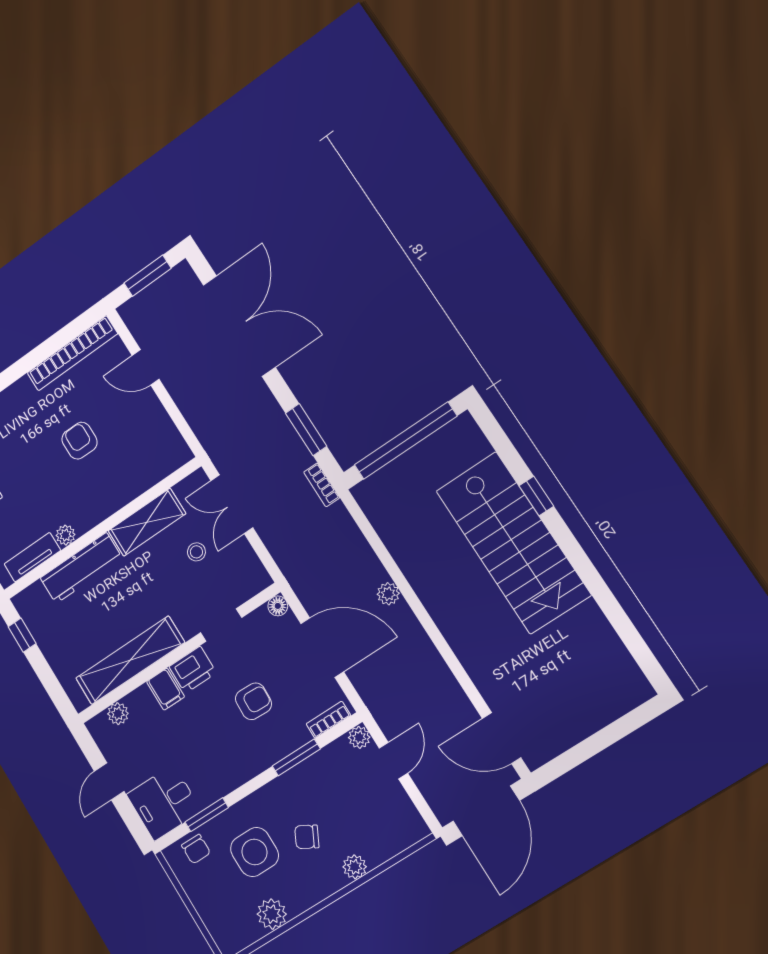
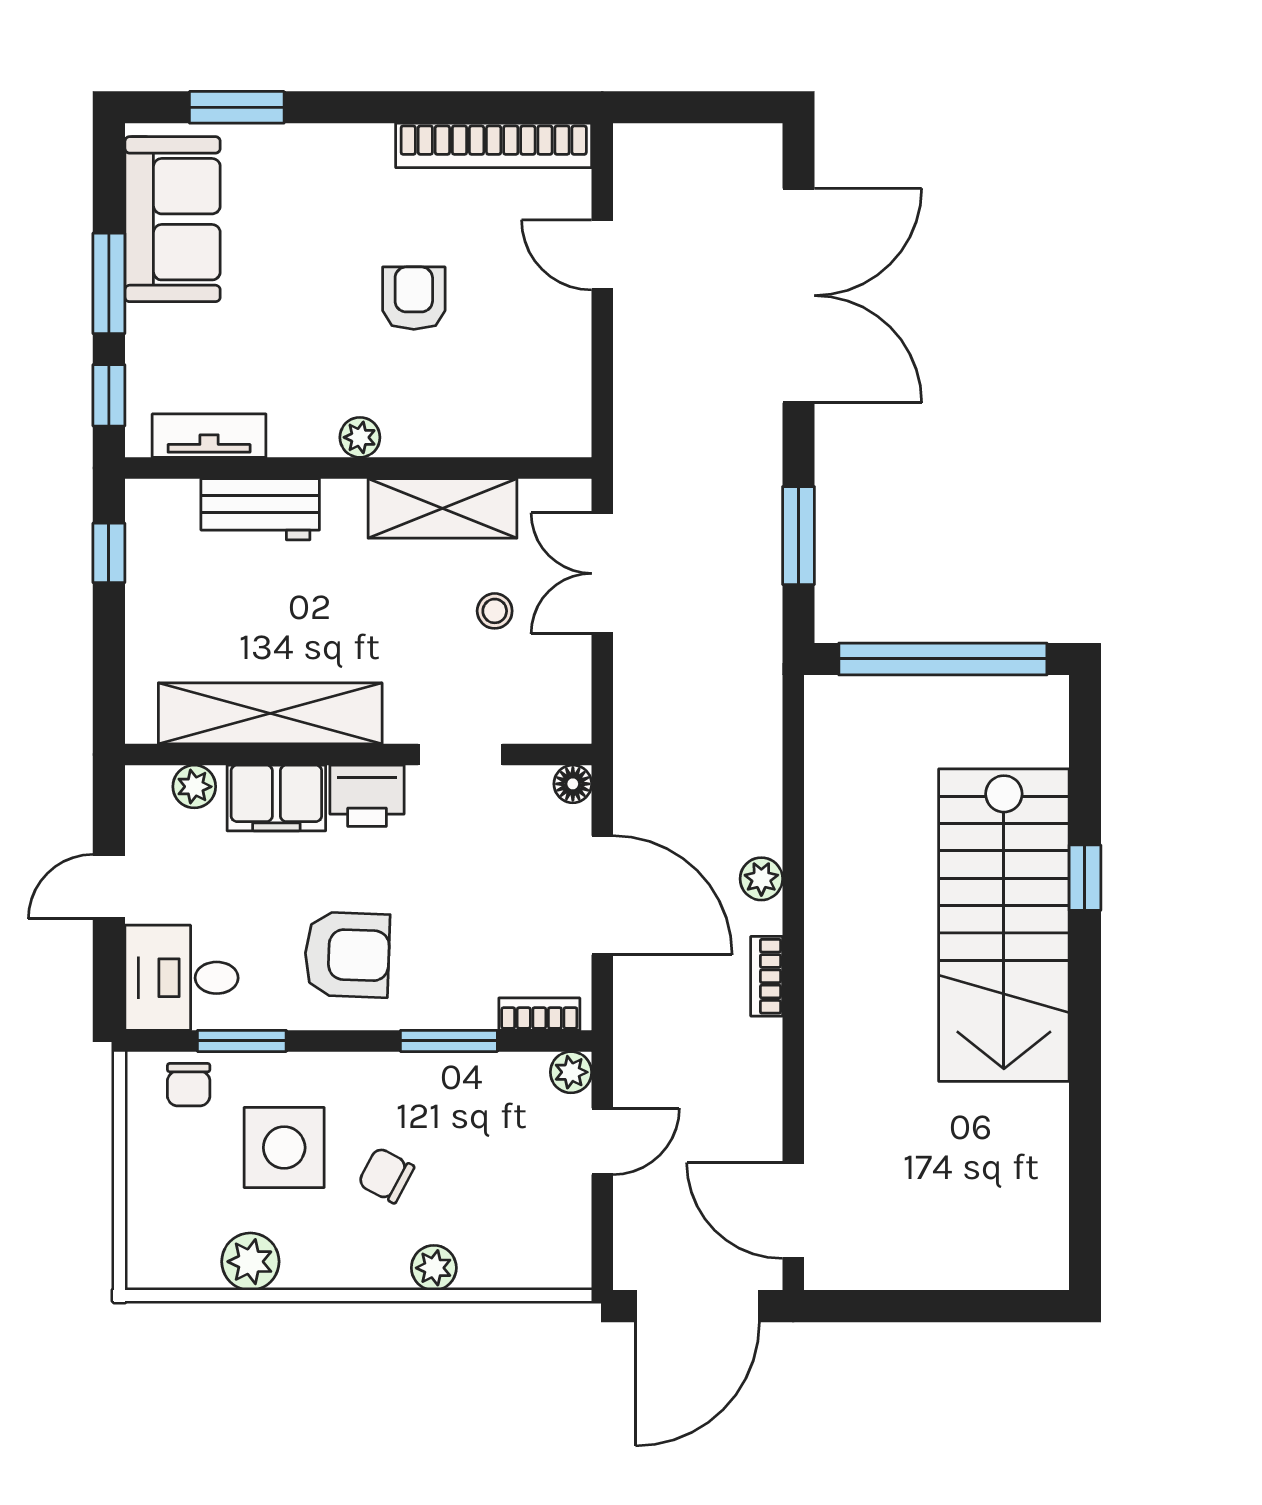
window: (148, 276) -> (702, 107), removed
bookcase: (322, 485) -> (767, 976), moved
plant: (66, 535) -> (360, 437), moved
workbench: (81, 568) -> (260, 509), width x0.73
filing cabinet: (166, 689) -> (276, 798), width x2.00
armchair: (253, 701) -> (347, 955), moved, width x1.38, depth x1.38

